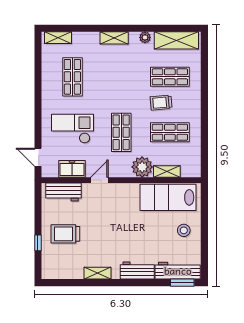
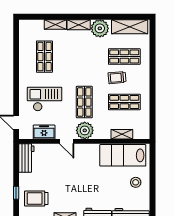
plant: (145, 37) -> (100, 28), width x1.87, depth x1.87
shelving: (58, 38) -> (55, 25), moved
plant: (142, 167) -> (85, 130), moved
door: (99, 180) -> (67, 141), swing flipped
workbench: (63, 192) -> (26, 158), moved, turned -90
trolley: (65, 234) -> (36, 198), moved

